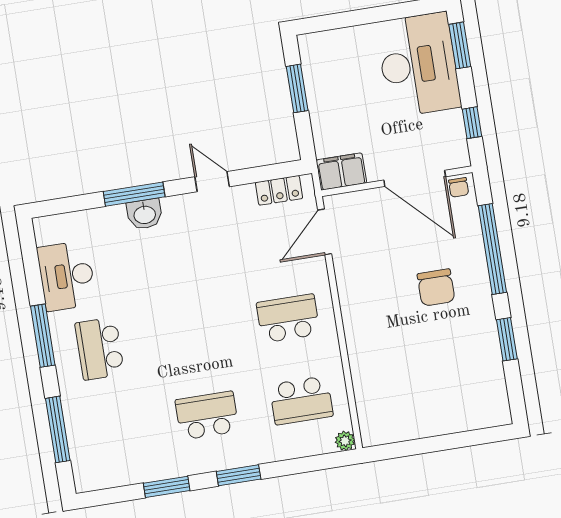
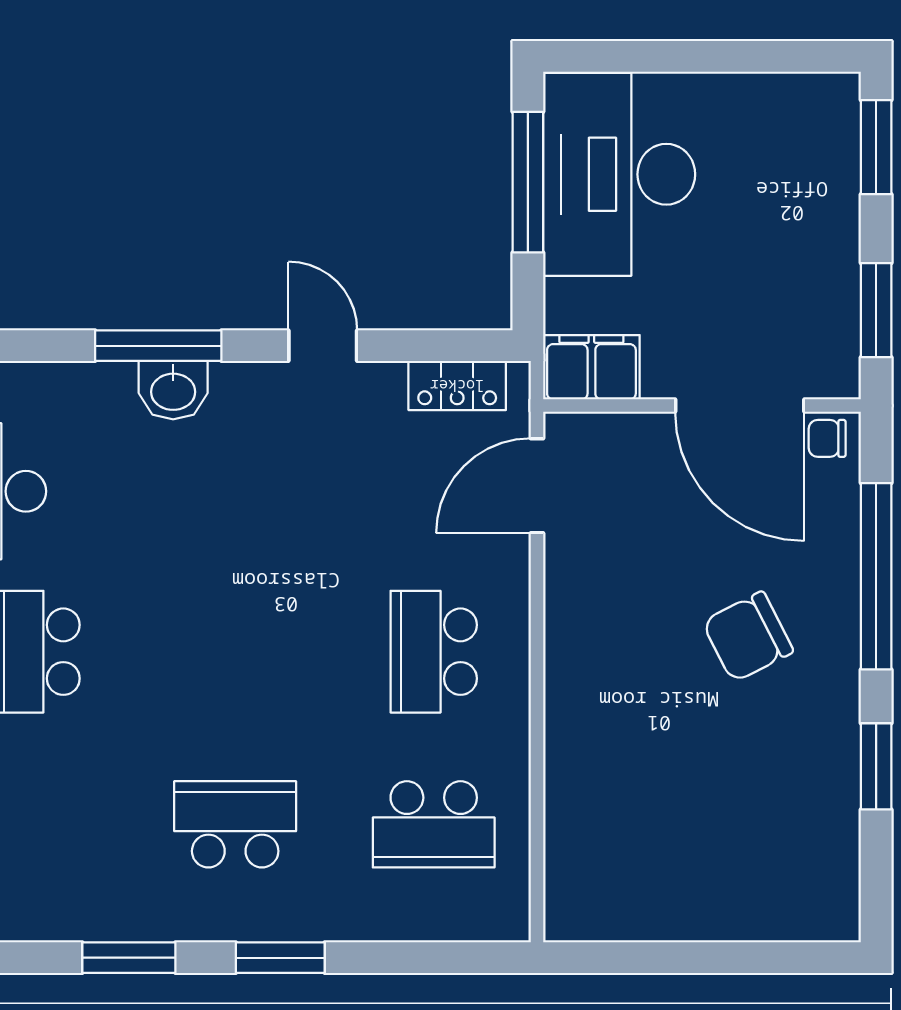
desk: (418, 65) -> (619, 174), moved, turned 180
window: (297, 88) -> (528, 182), width x1.44
window: (472, 123) -> (876, 310), width x1.50
chair: (459, 187) -> (827, 438), turned 90
chair: (436, 287) -> (748, 637), turned 63
school desk: (288, 318) -> (434, 652), turned -90
plant: (345, 441) -> (510, 922), removed

